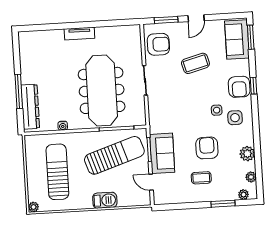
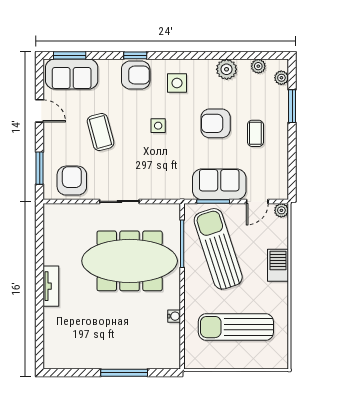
door: (196, 18) -> (40, 111), moved
dresser: (30, 107) -> (146, 358), removed
side table: (217, 110) -> (158, 126), moved
plant: (33, 207) -> (281, 210), moved

